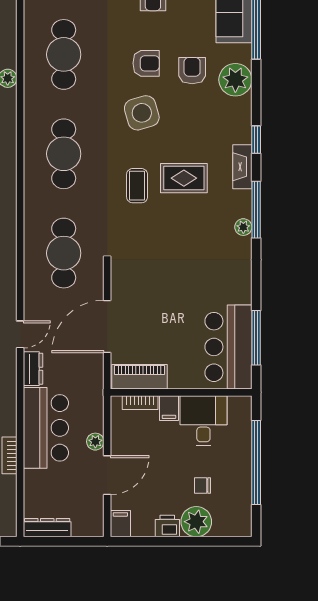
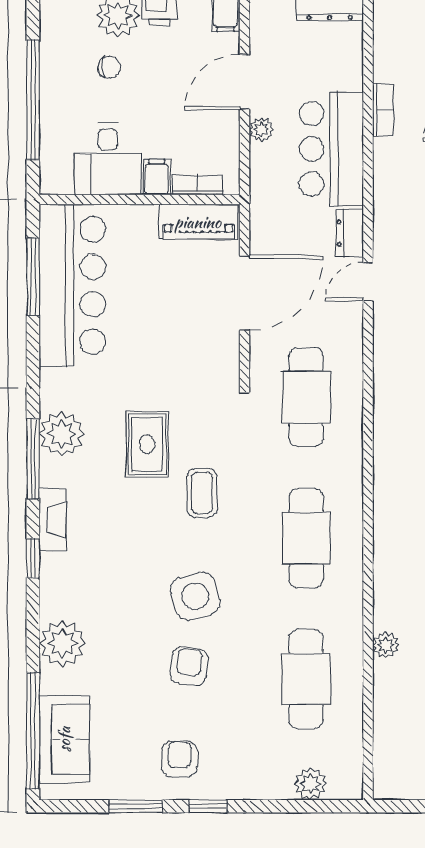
armchair: (146, 63) -> (189, 666), turned 97
armchair: (192, 71) -> (124, 656), removed
rug: (184, 178) -> (147, 444), moved, turned 90
plant: (243, 227) -> (62, 434), width x1.88, depth x1.88
bar counter: (228, 347) -> (72, 285), width x1.36

